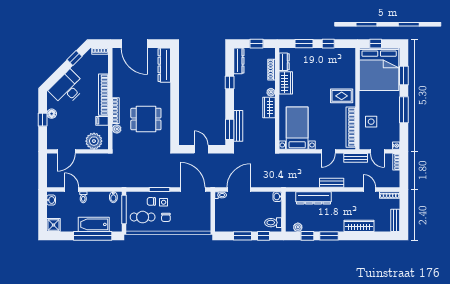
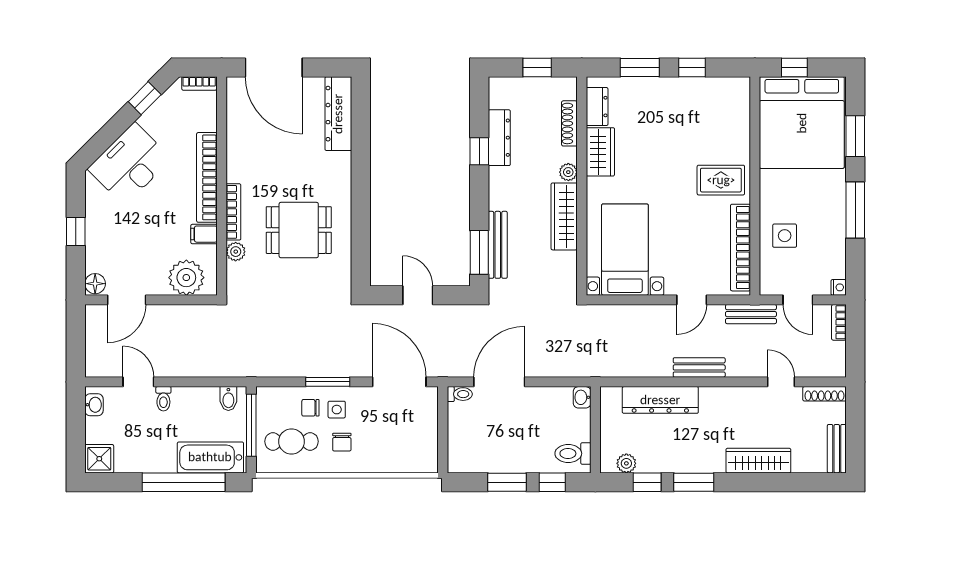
dresser: (239, 61) -> (499, 138), moved
wardrobe: (269, 108) -> (564, 216), width x1.50
floor lamp: (52, 114) -> (95, 284), moved
bathtub: (94, 224) -> (210, 457), moved

